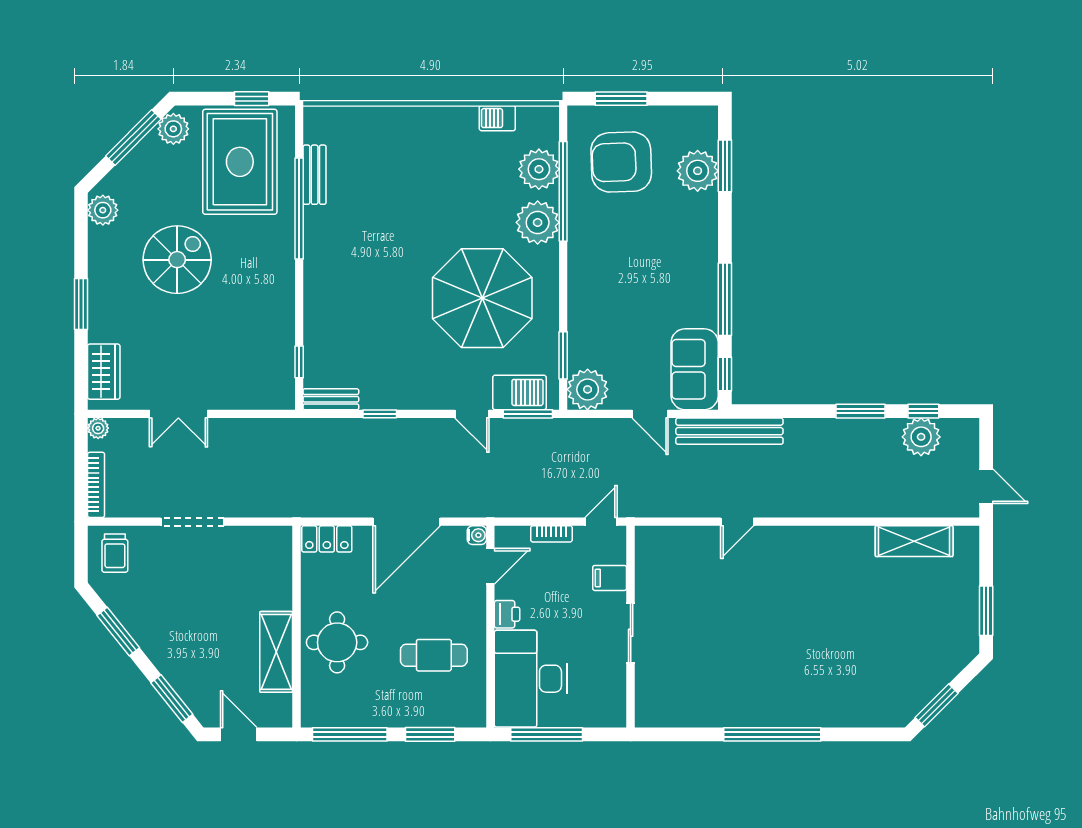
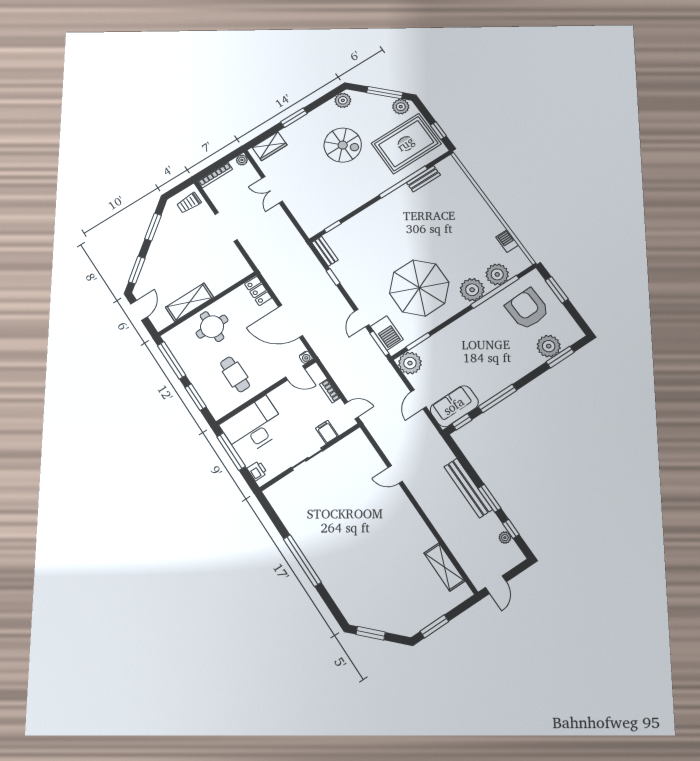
bench: (729, 431) -> (468, 488), moved
plant: (921, 437) -> (505, 538), width x0.53, depth x0.53
printer: (507, 614) -> (257, 471), moved, turned -90

